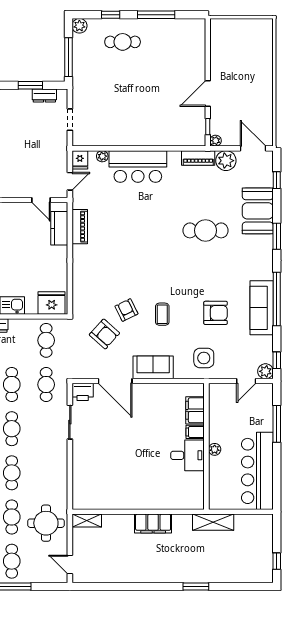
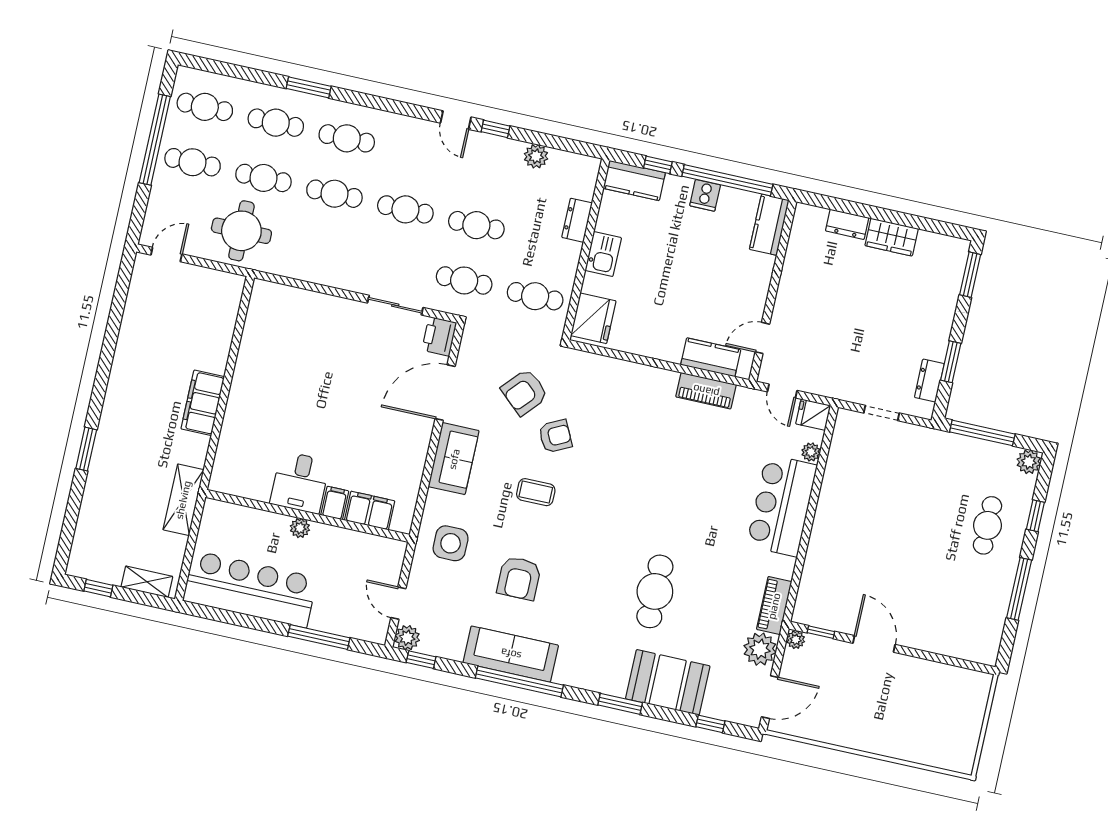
shelving: (87, 521) -> (147, 582), moved, turned 90

